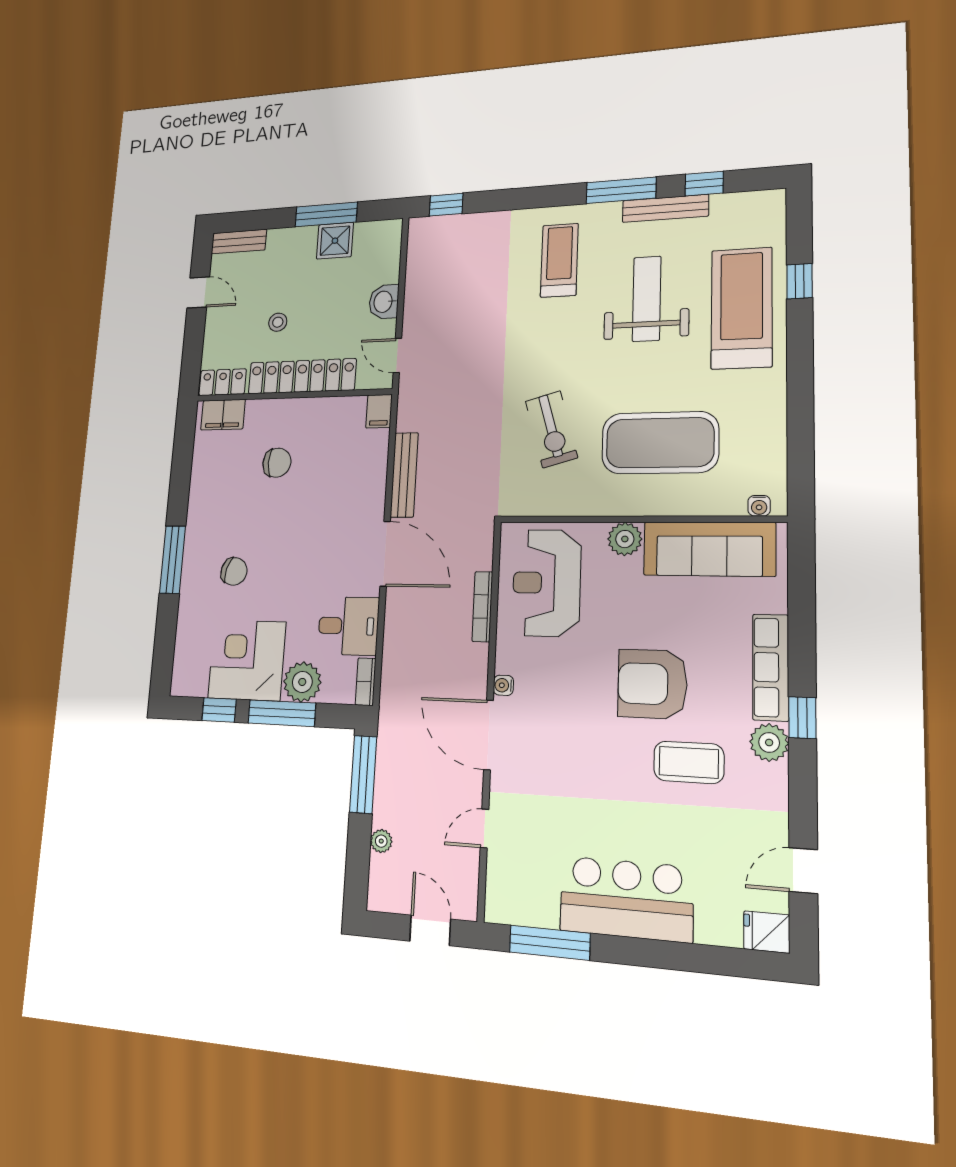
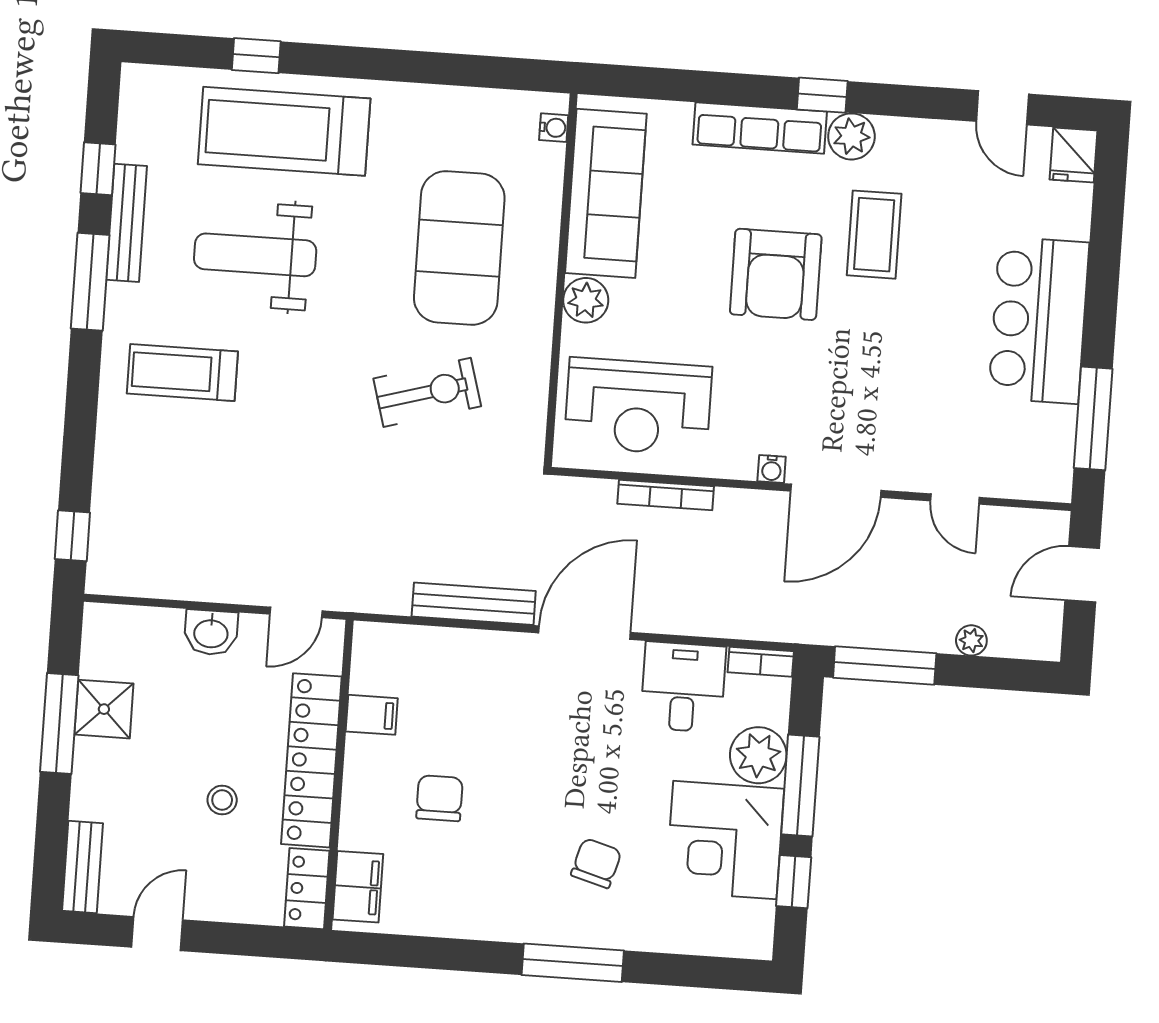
filing cabinet: (379, 411) -> (372, 715), moved

